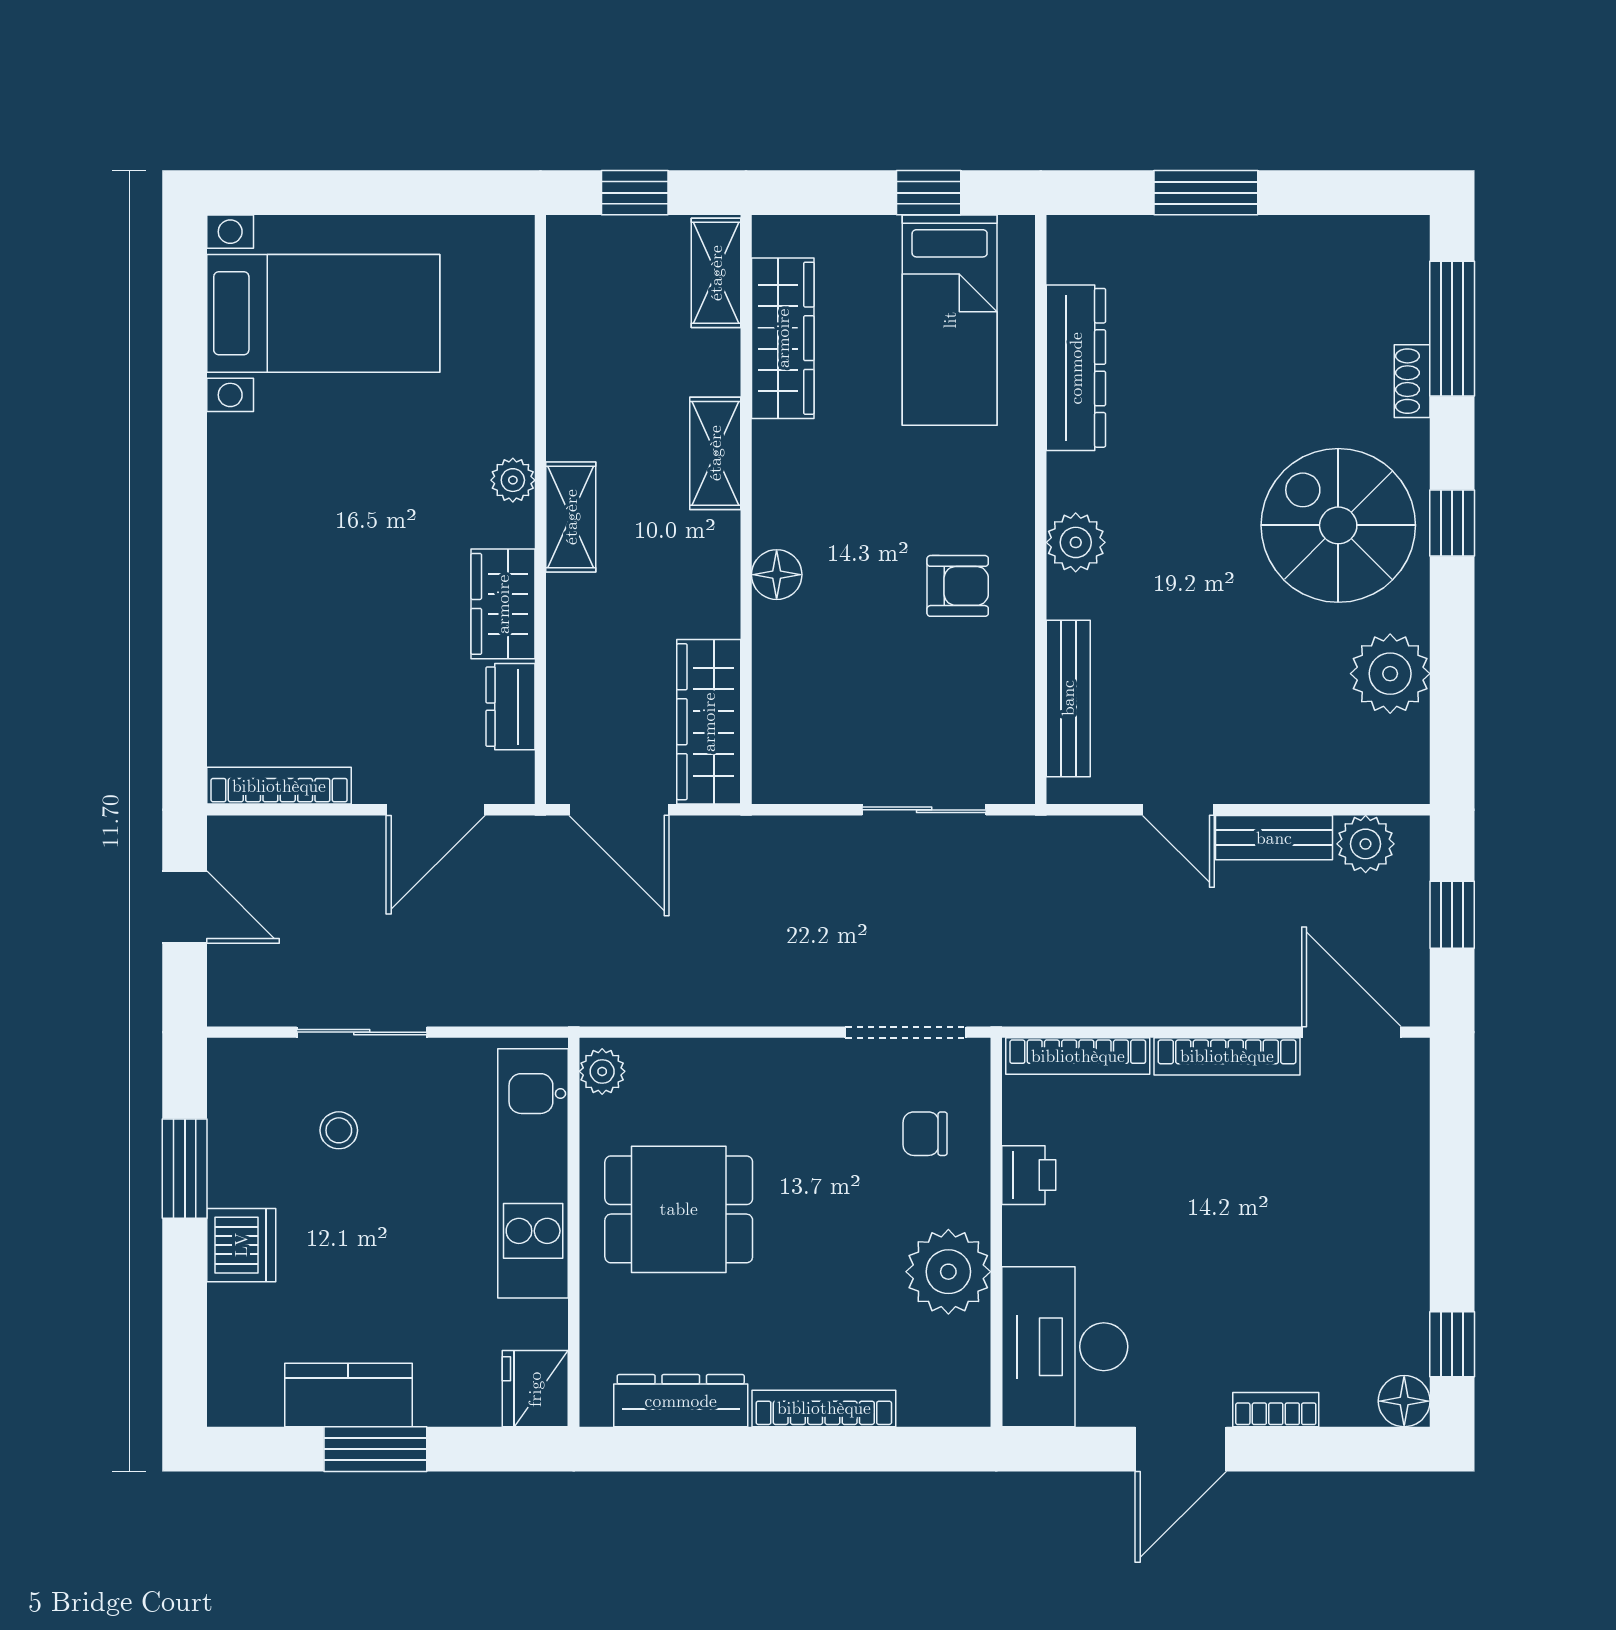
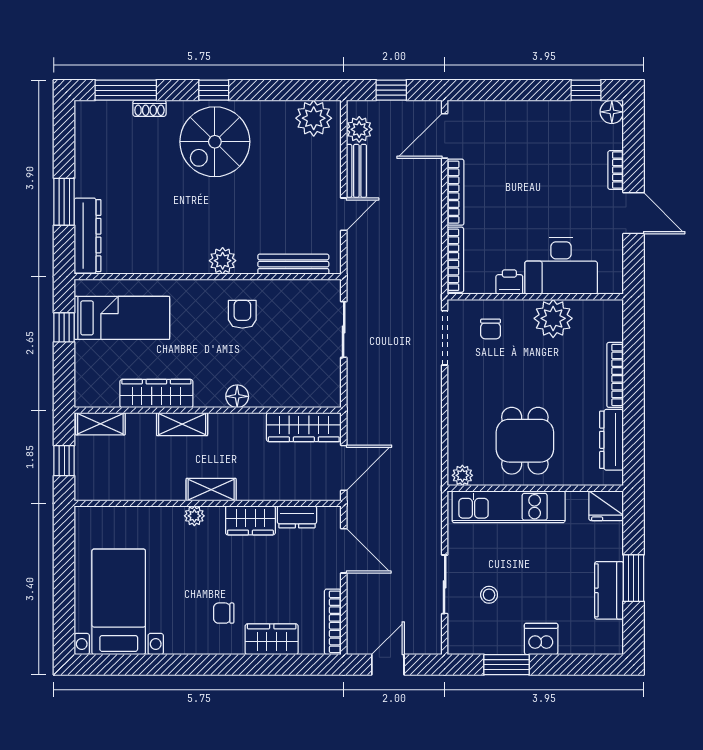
wardrobe: (783, 338) -> (156, 394), moved
dresser: (1076, 368) -> (88, 236), moved, turned 90
chair: (298, 545) -> (224, 613), added
wardrobe: (241, 651) -> (272, 639), added
plant: (1390, 674) -> (314, 118), moved
desk: (1065, 1347) -> (561, 266), moved

